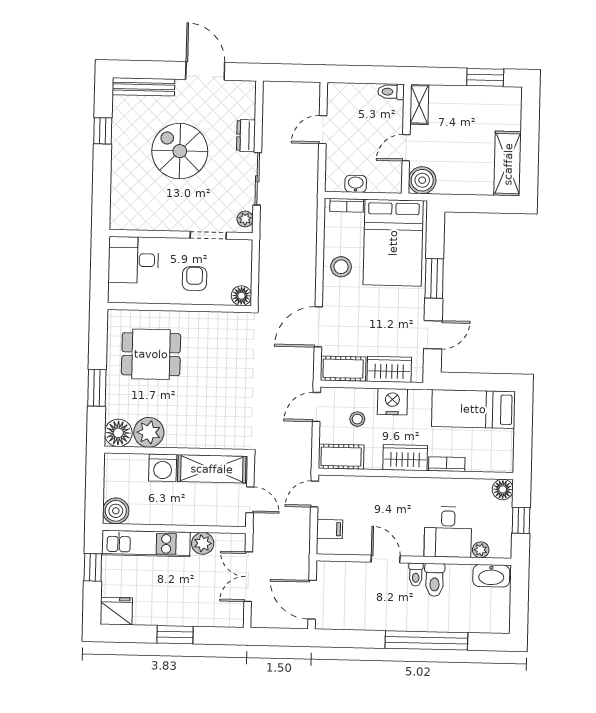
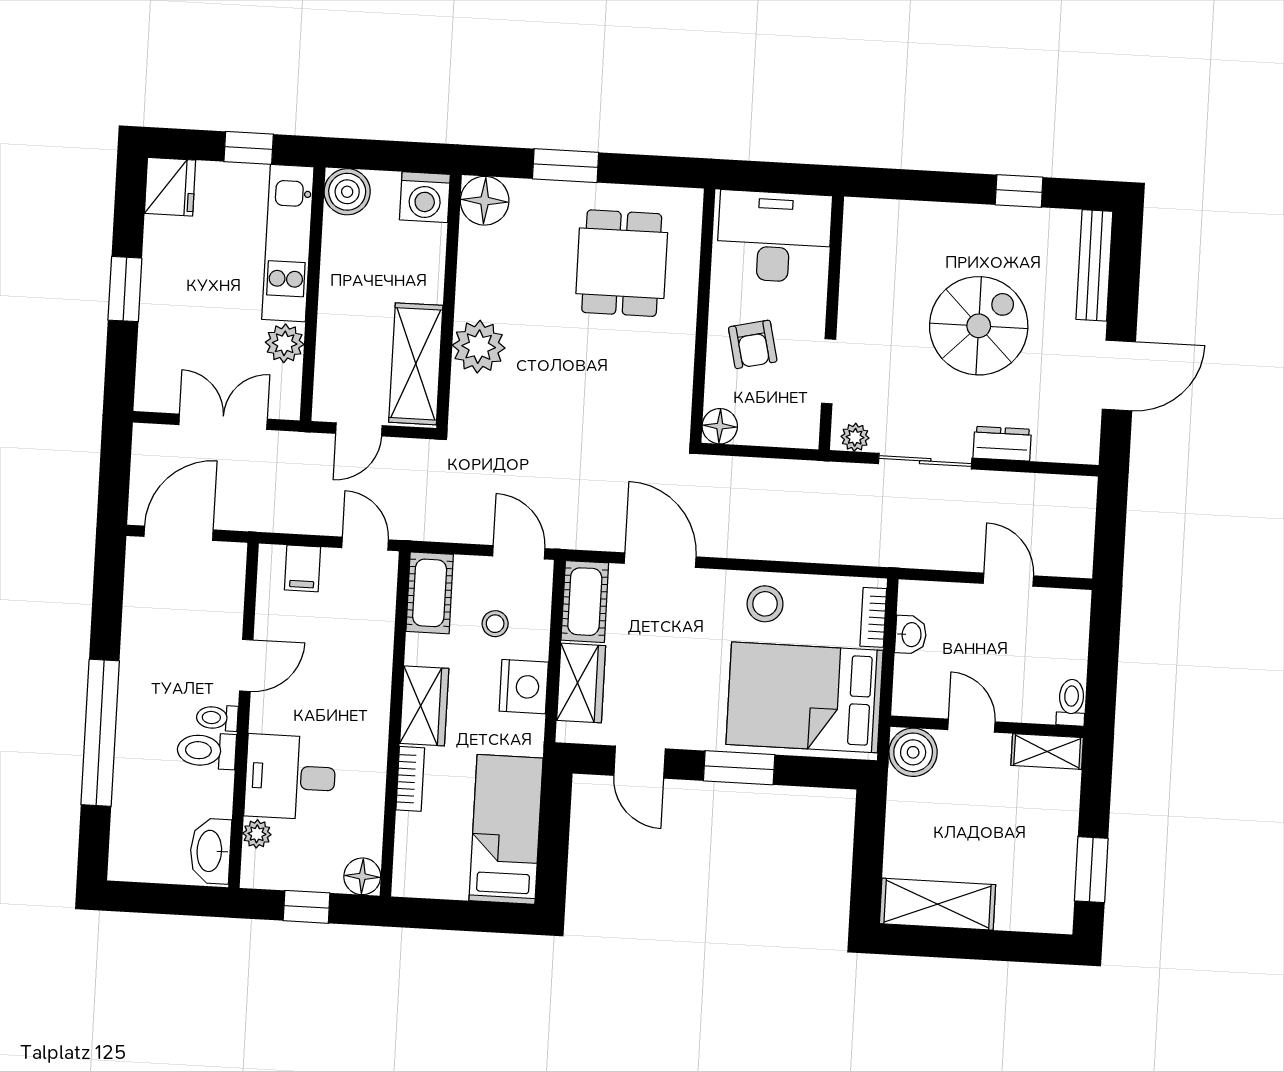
desk: (133, 260) -> (774, 237), width x1.37
armchair: (195, 279) -> (753, 344), turned 77
plant: (149, 432) -> (479, 347), moved
washing machine: (163, 468) -> (425, 197), moved, turned -90

